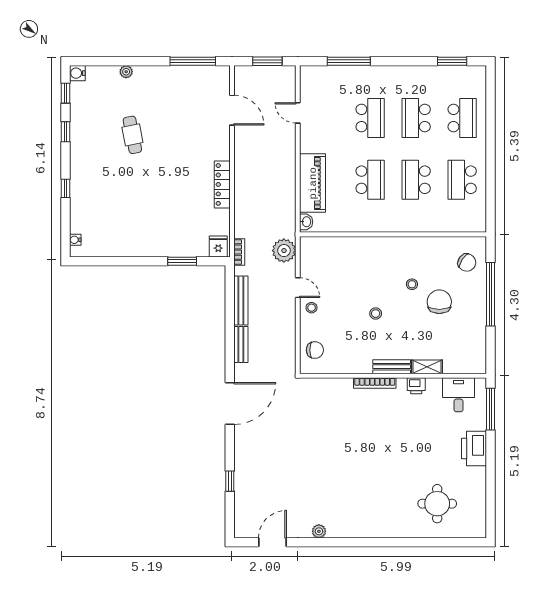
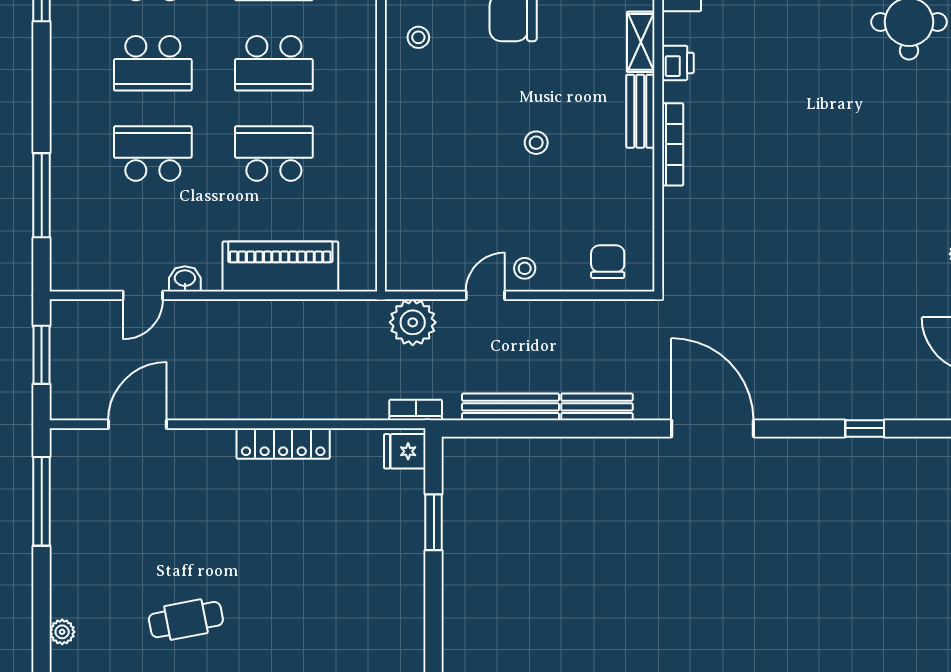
washbasin: (306, 222) -> (185, 279), moved
stool: (412, 284) -> (418, 37), moved

